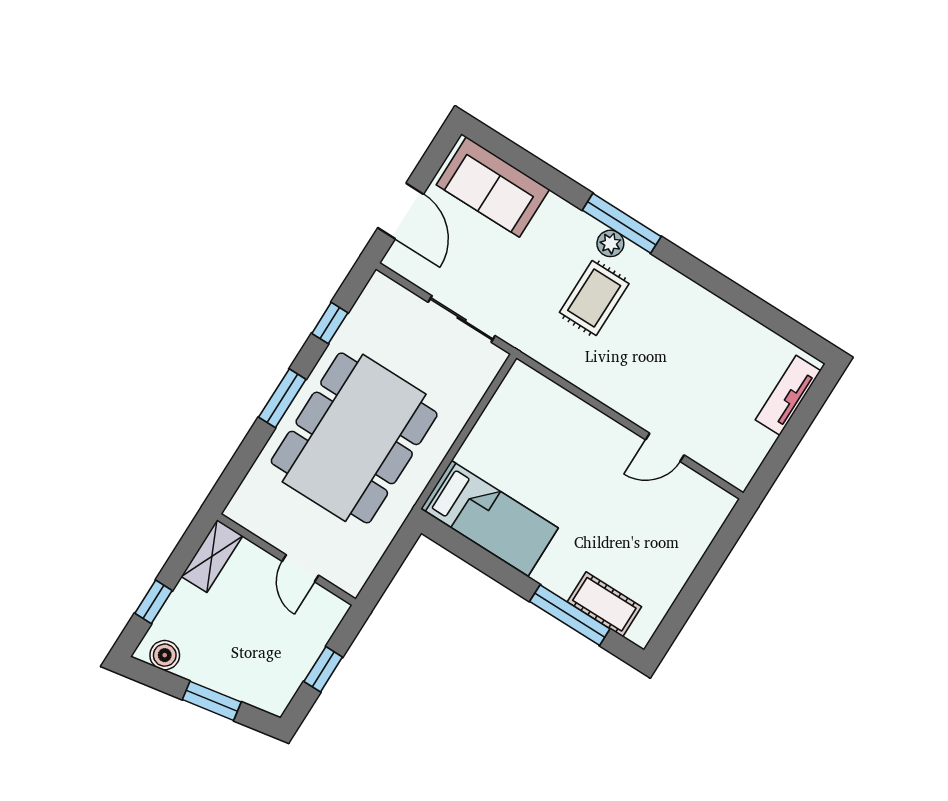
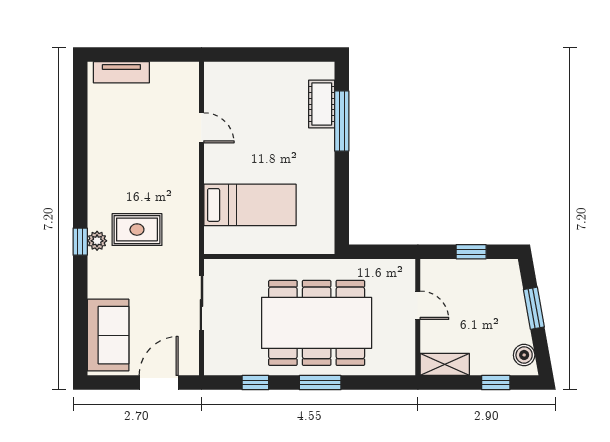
window: (622, 223) -> (80, 242), width x0.46
bed: (490, 518) -> (250, 205), moved, turned 90
door: (300, 568) -> (418, 305), hinge flipped

